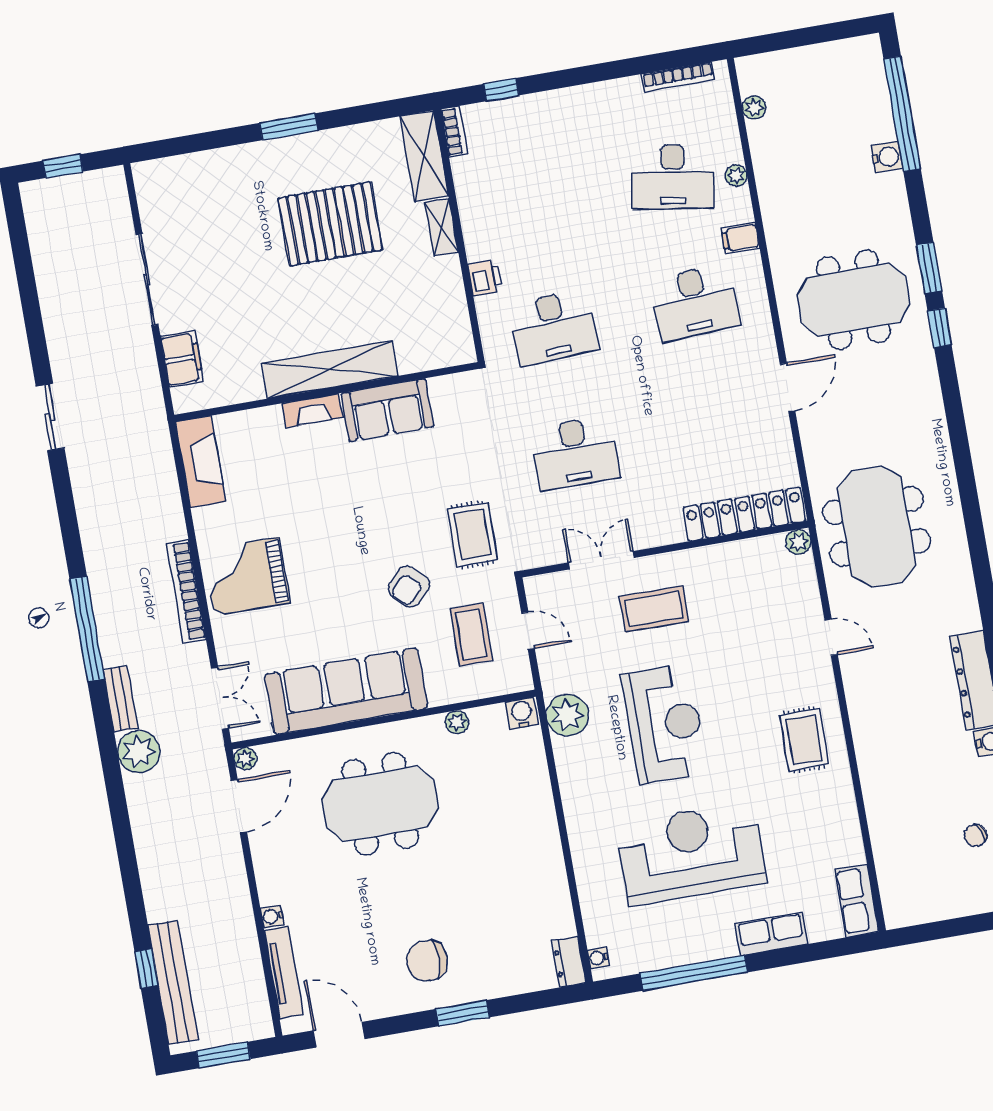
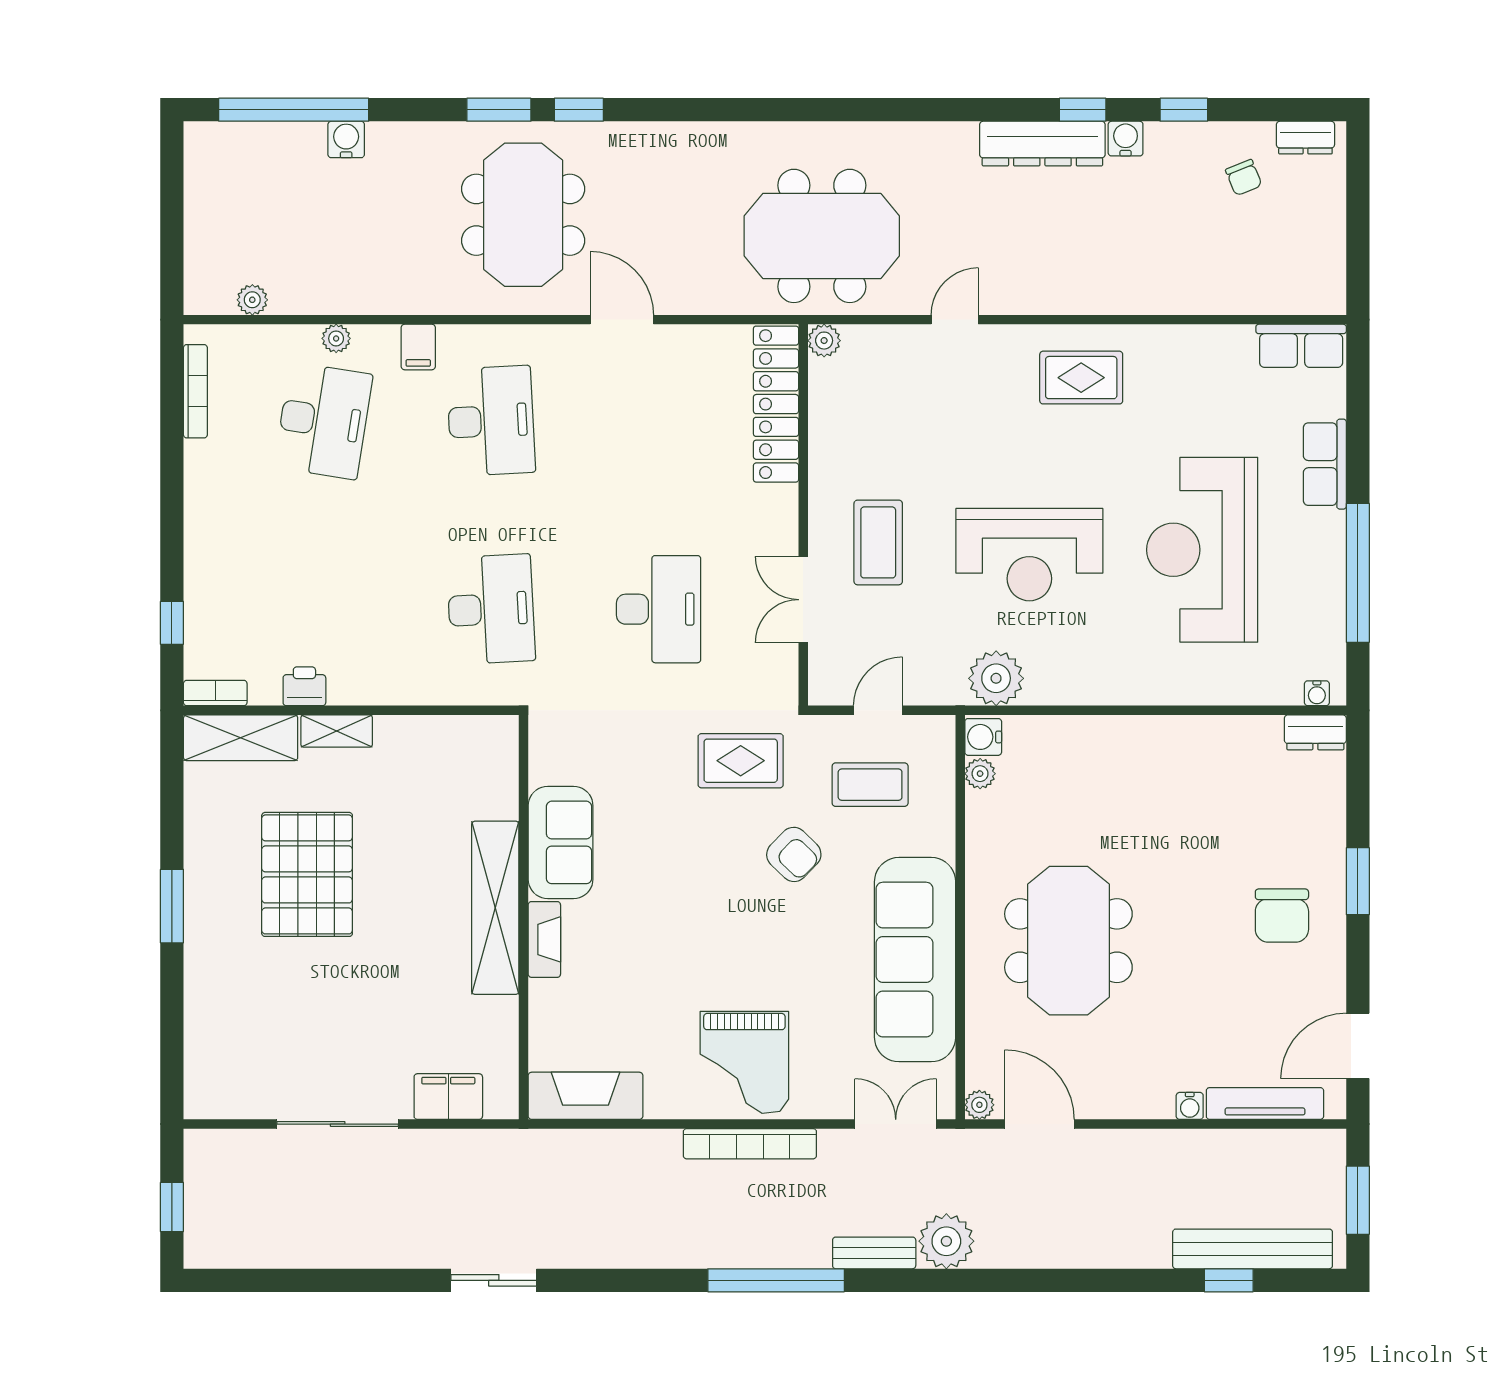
printer: (485, 278) -> (304, 686), moved
plant: (457, 722) -> (980, 774), moved
reception desk: (665, 724) -> (1029, 555), turned 180

